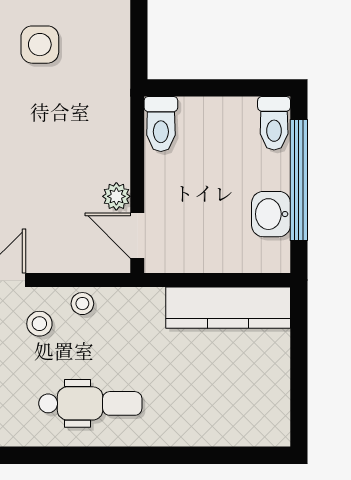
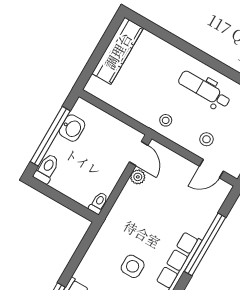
toilet: (161, 124) -> (98, 203), width x0.73, depth x0.72
stool: (82, 304) -> (166, 120), moved
kitchen counter: (228, 308) -> (118, 51), moved, turned 90

